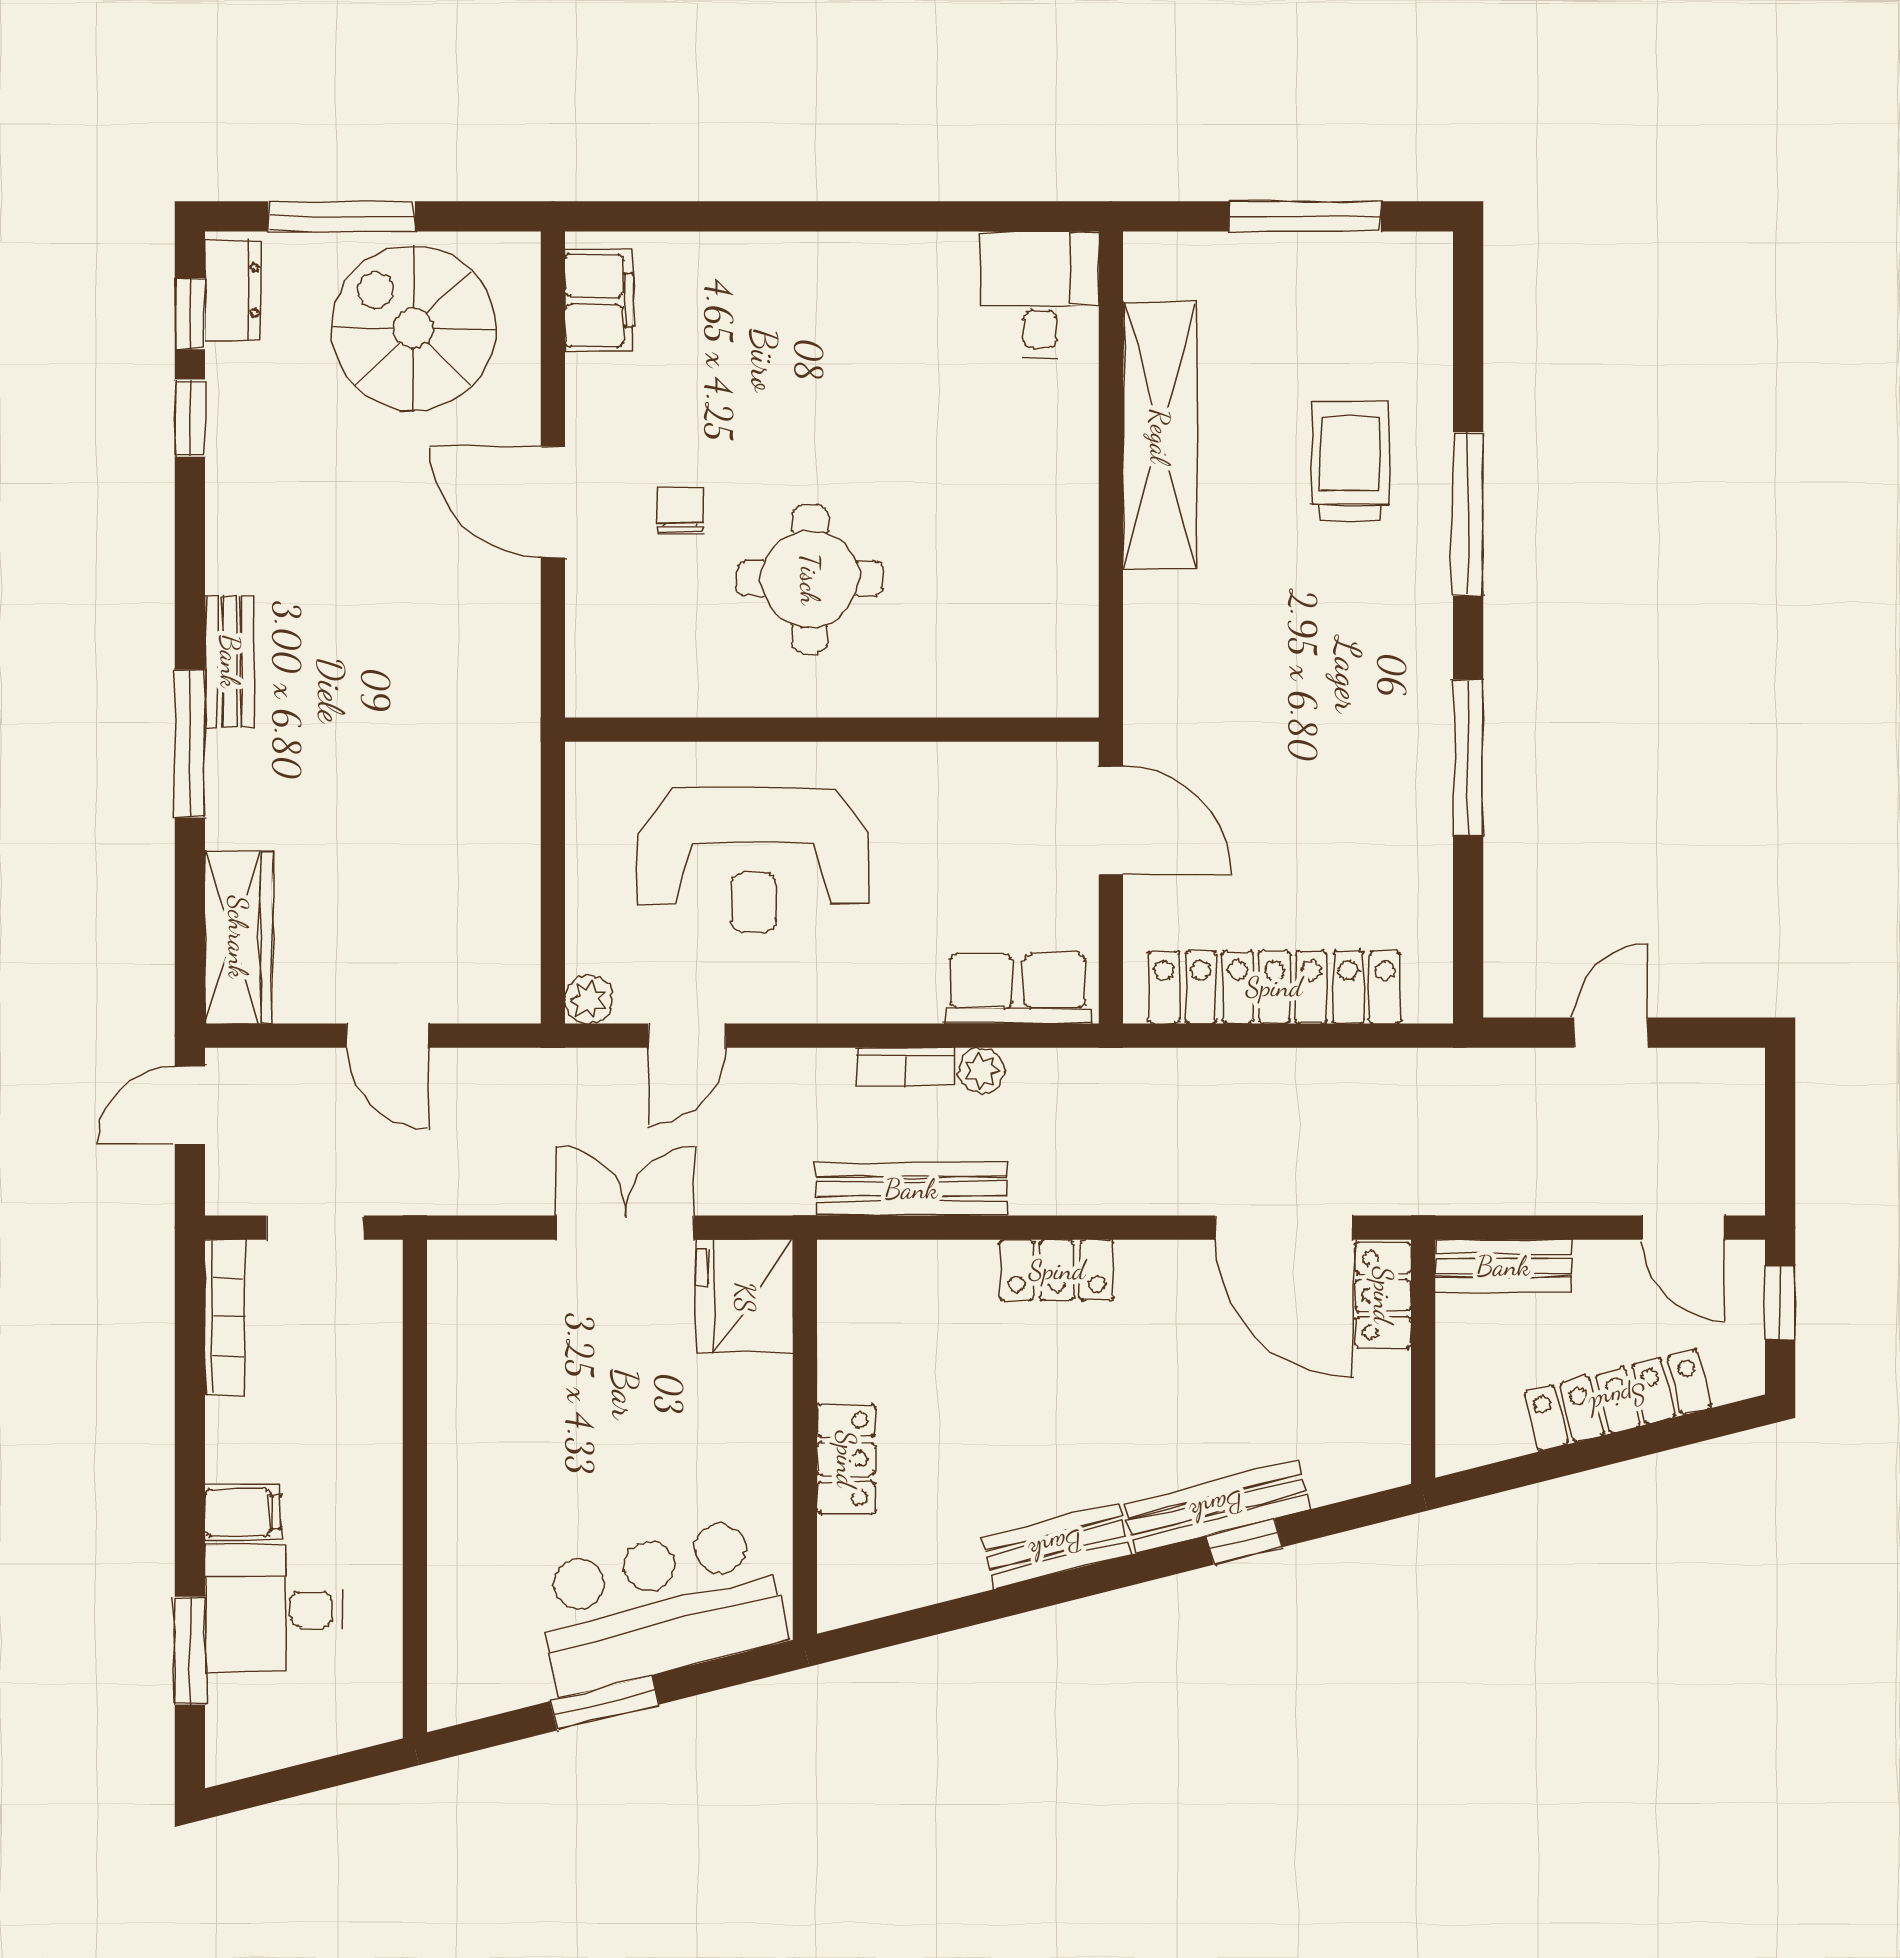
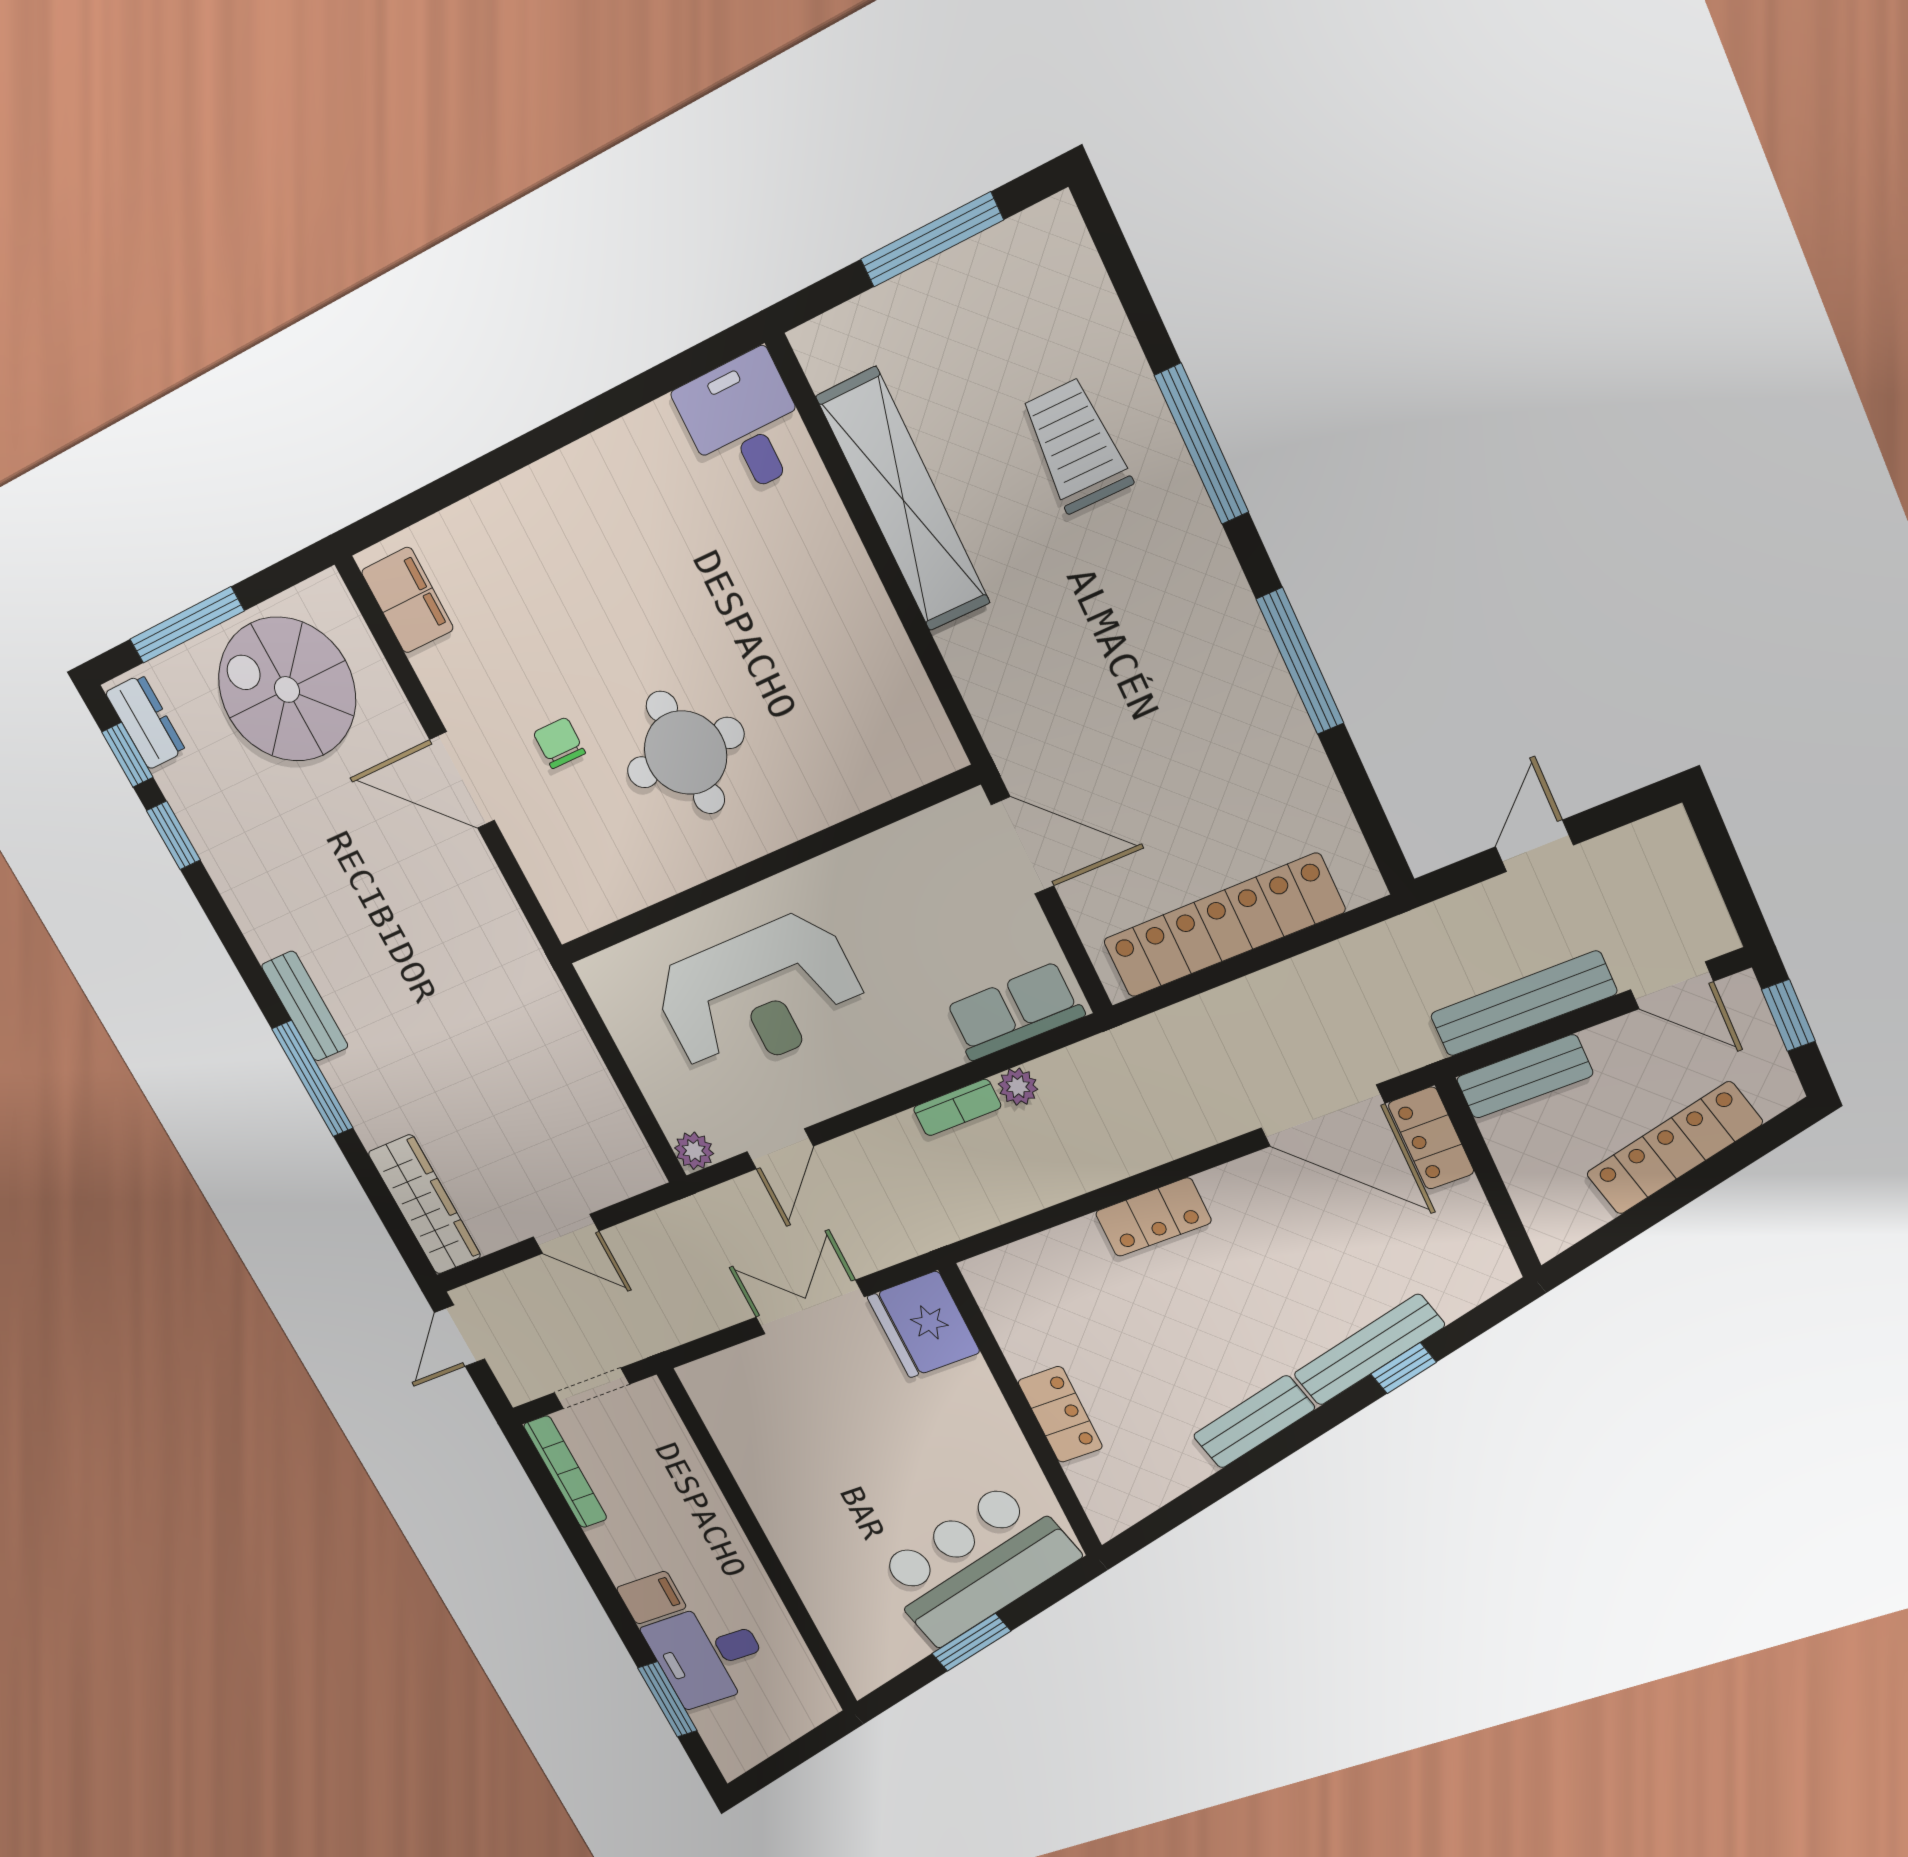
bench: (911, 1189) -> (1523, 1004), moved

